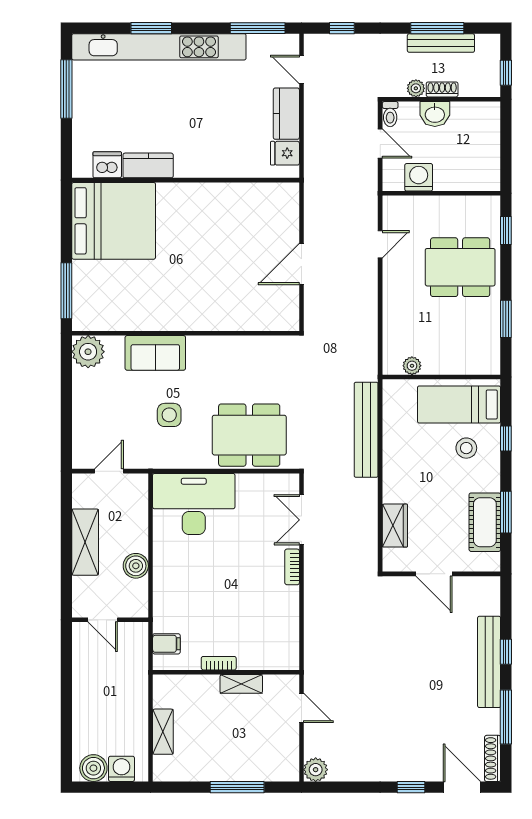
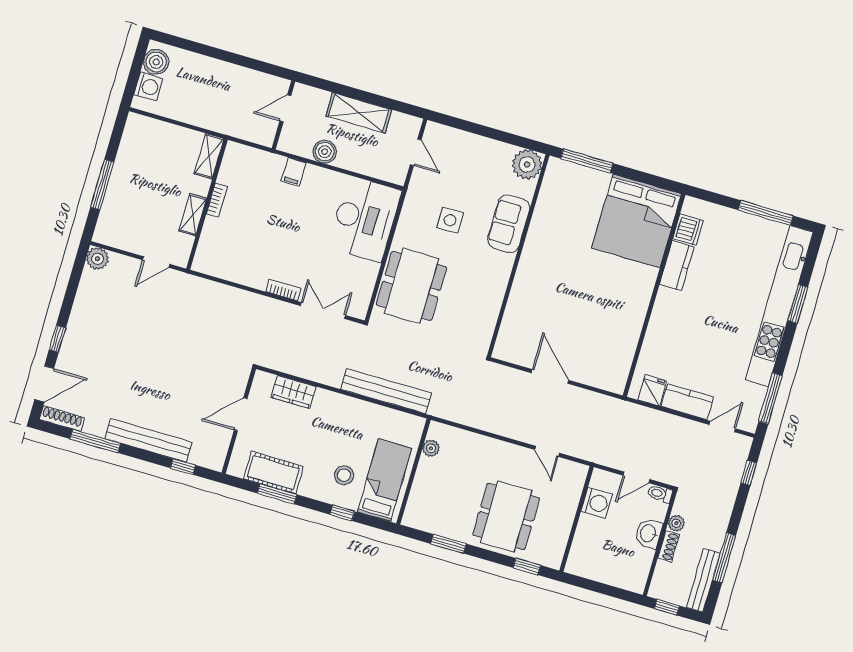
bench: (441, 43) -> (703, 580), moved
filing cabinet: (166, 644) -> (294, 172), moved
window: (506, 652) -> (183, 467), moved
shelving: (163, 732) -> (209, 156), moved, turned 90

